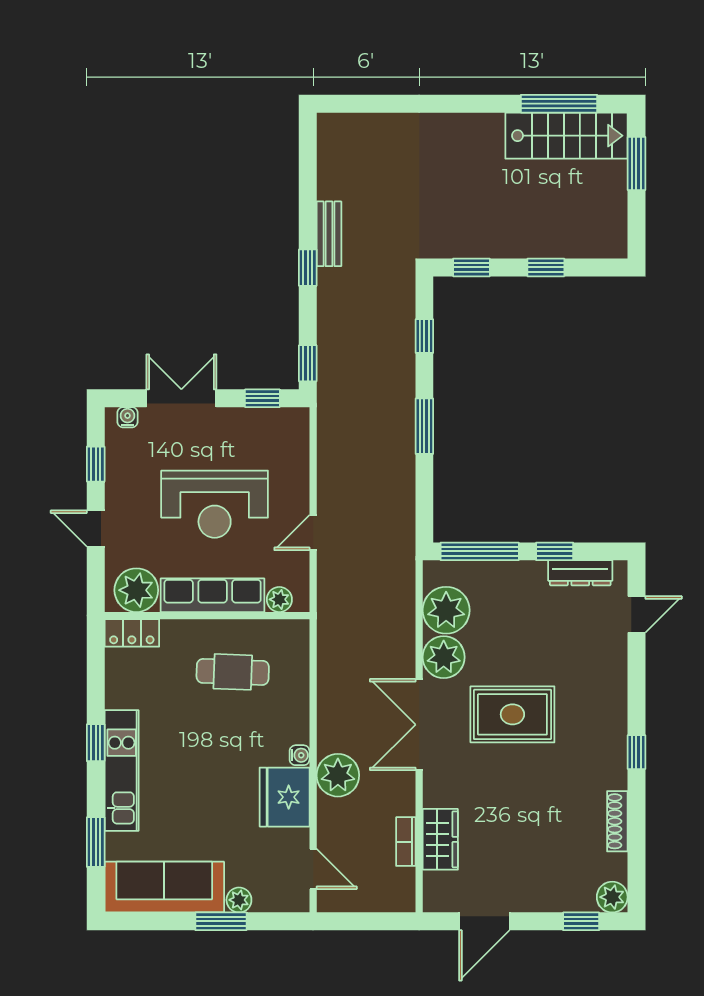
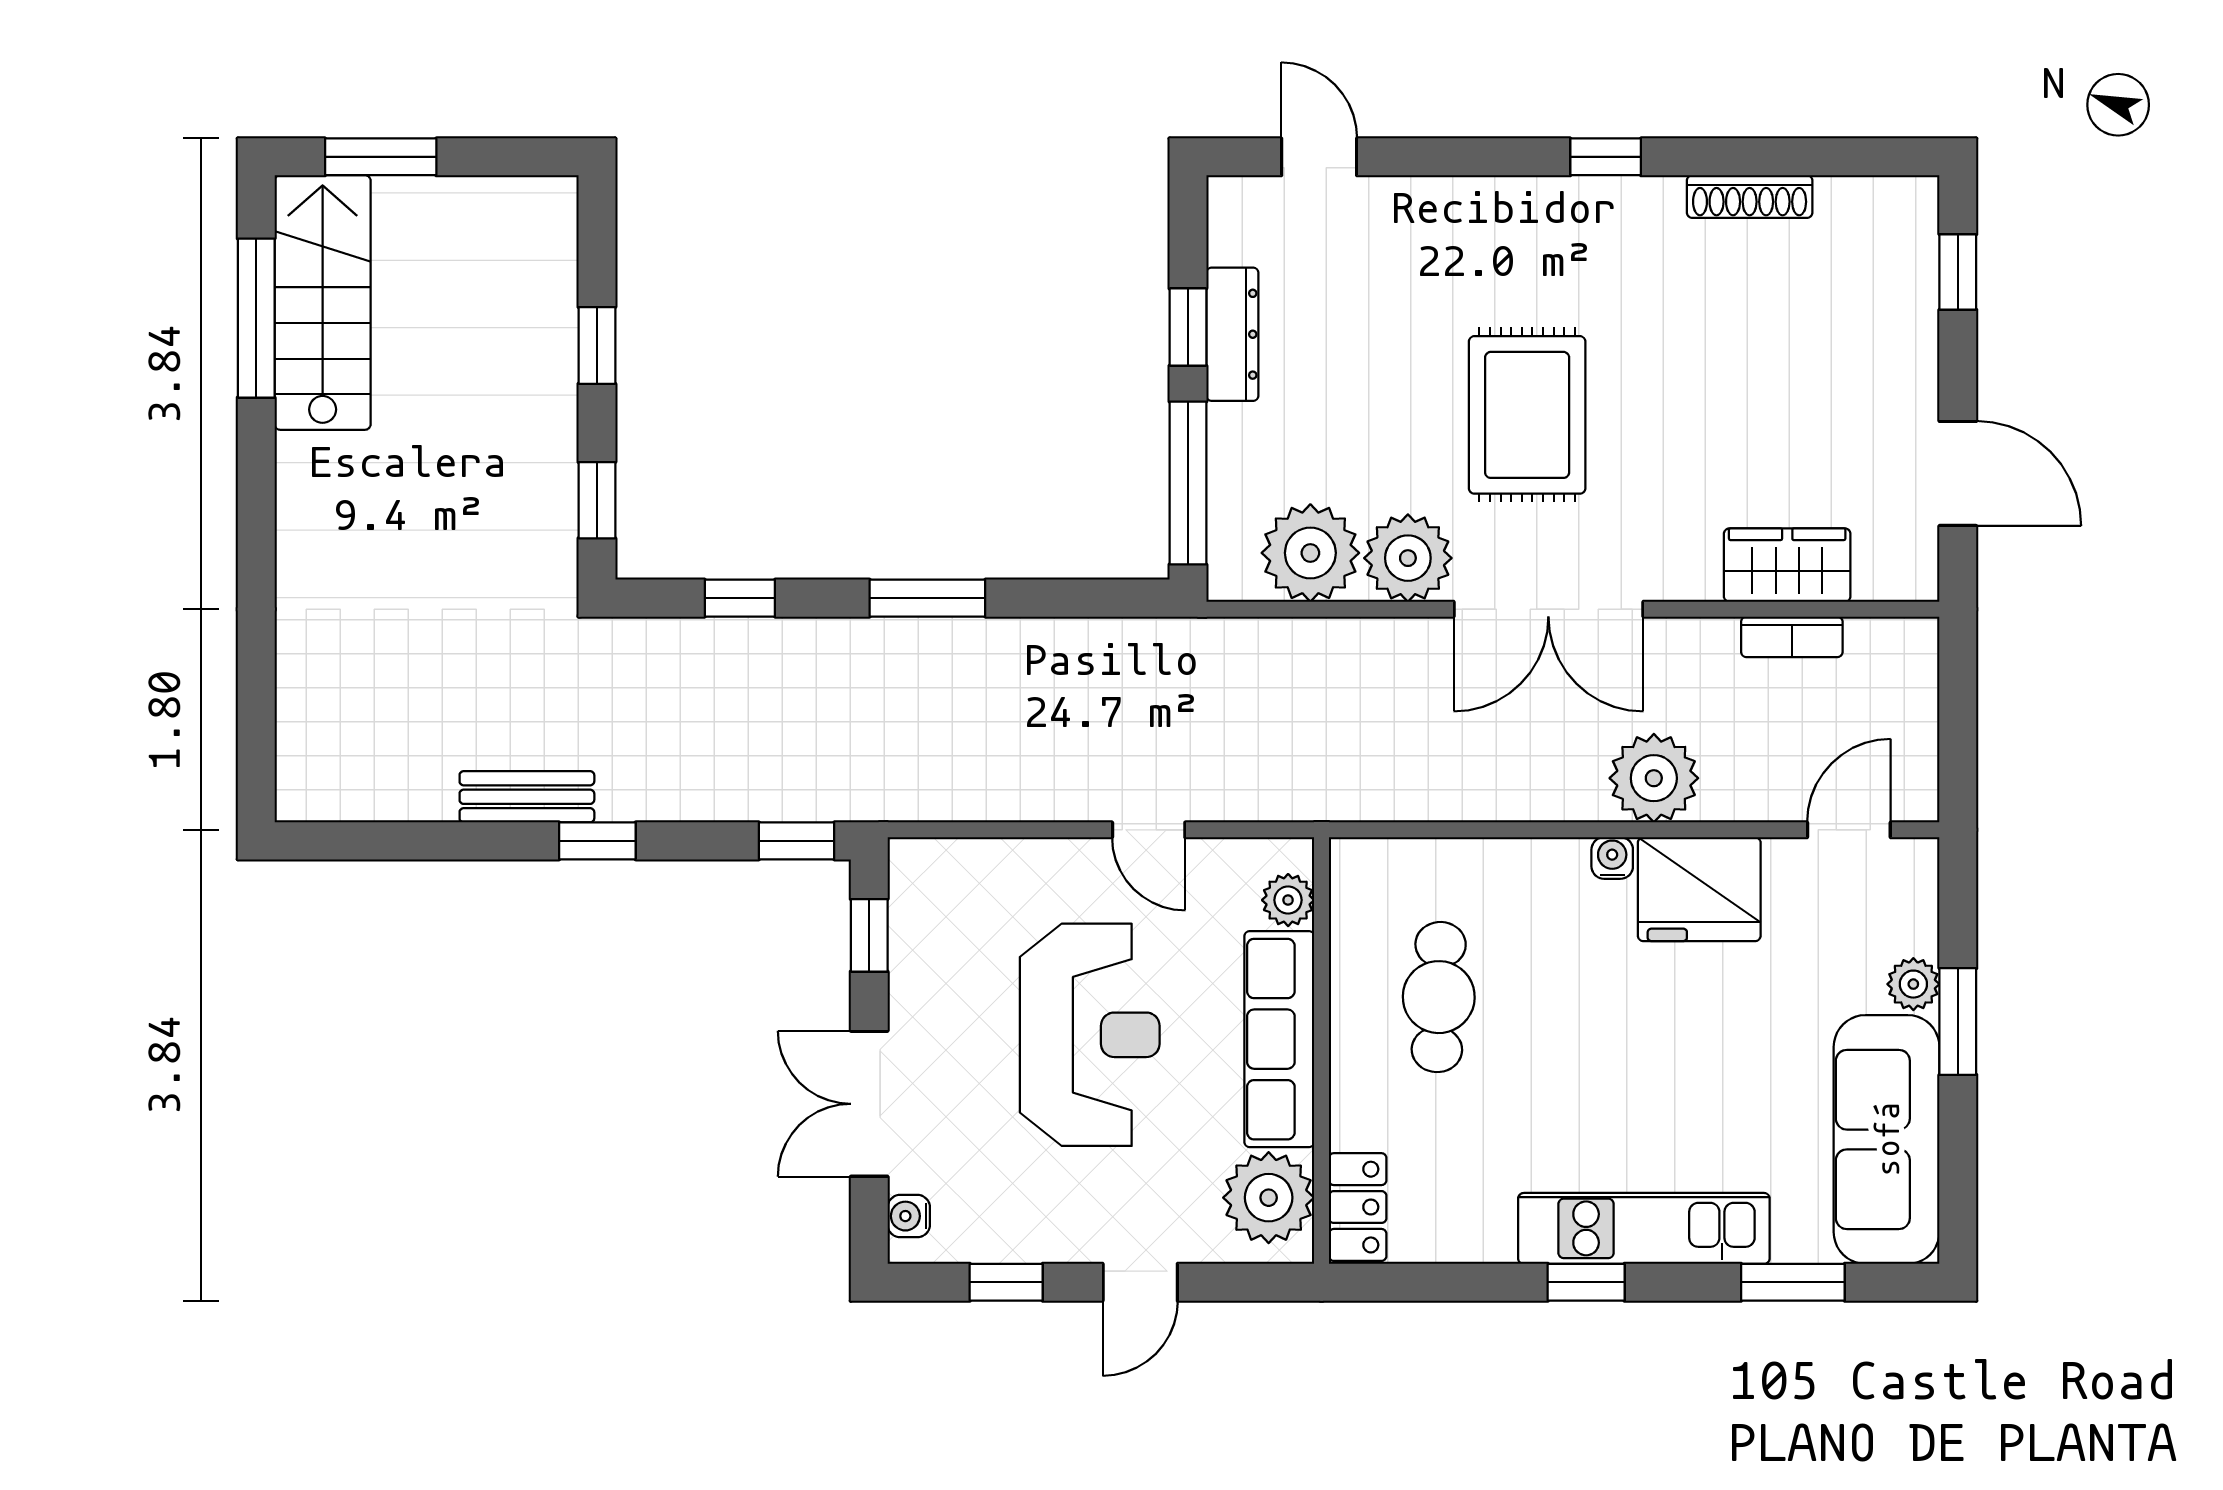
dresser: (580, 573) -> (1232, 334), moved
plant: (612, 897) -> (1907, 207), removed

